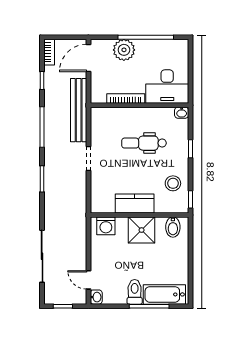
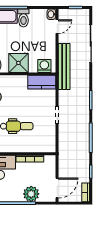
bench: (79, 110) -> (64, 66), moved
kitchen counter: (135, 204) -> (42, 82), moved
door: (88, 280) -> (57, 27), hinge flipped

